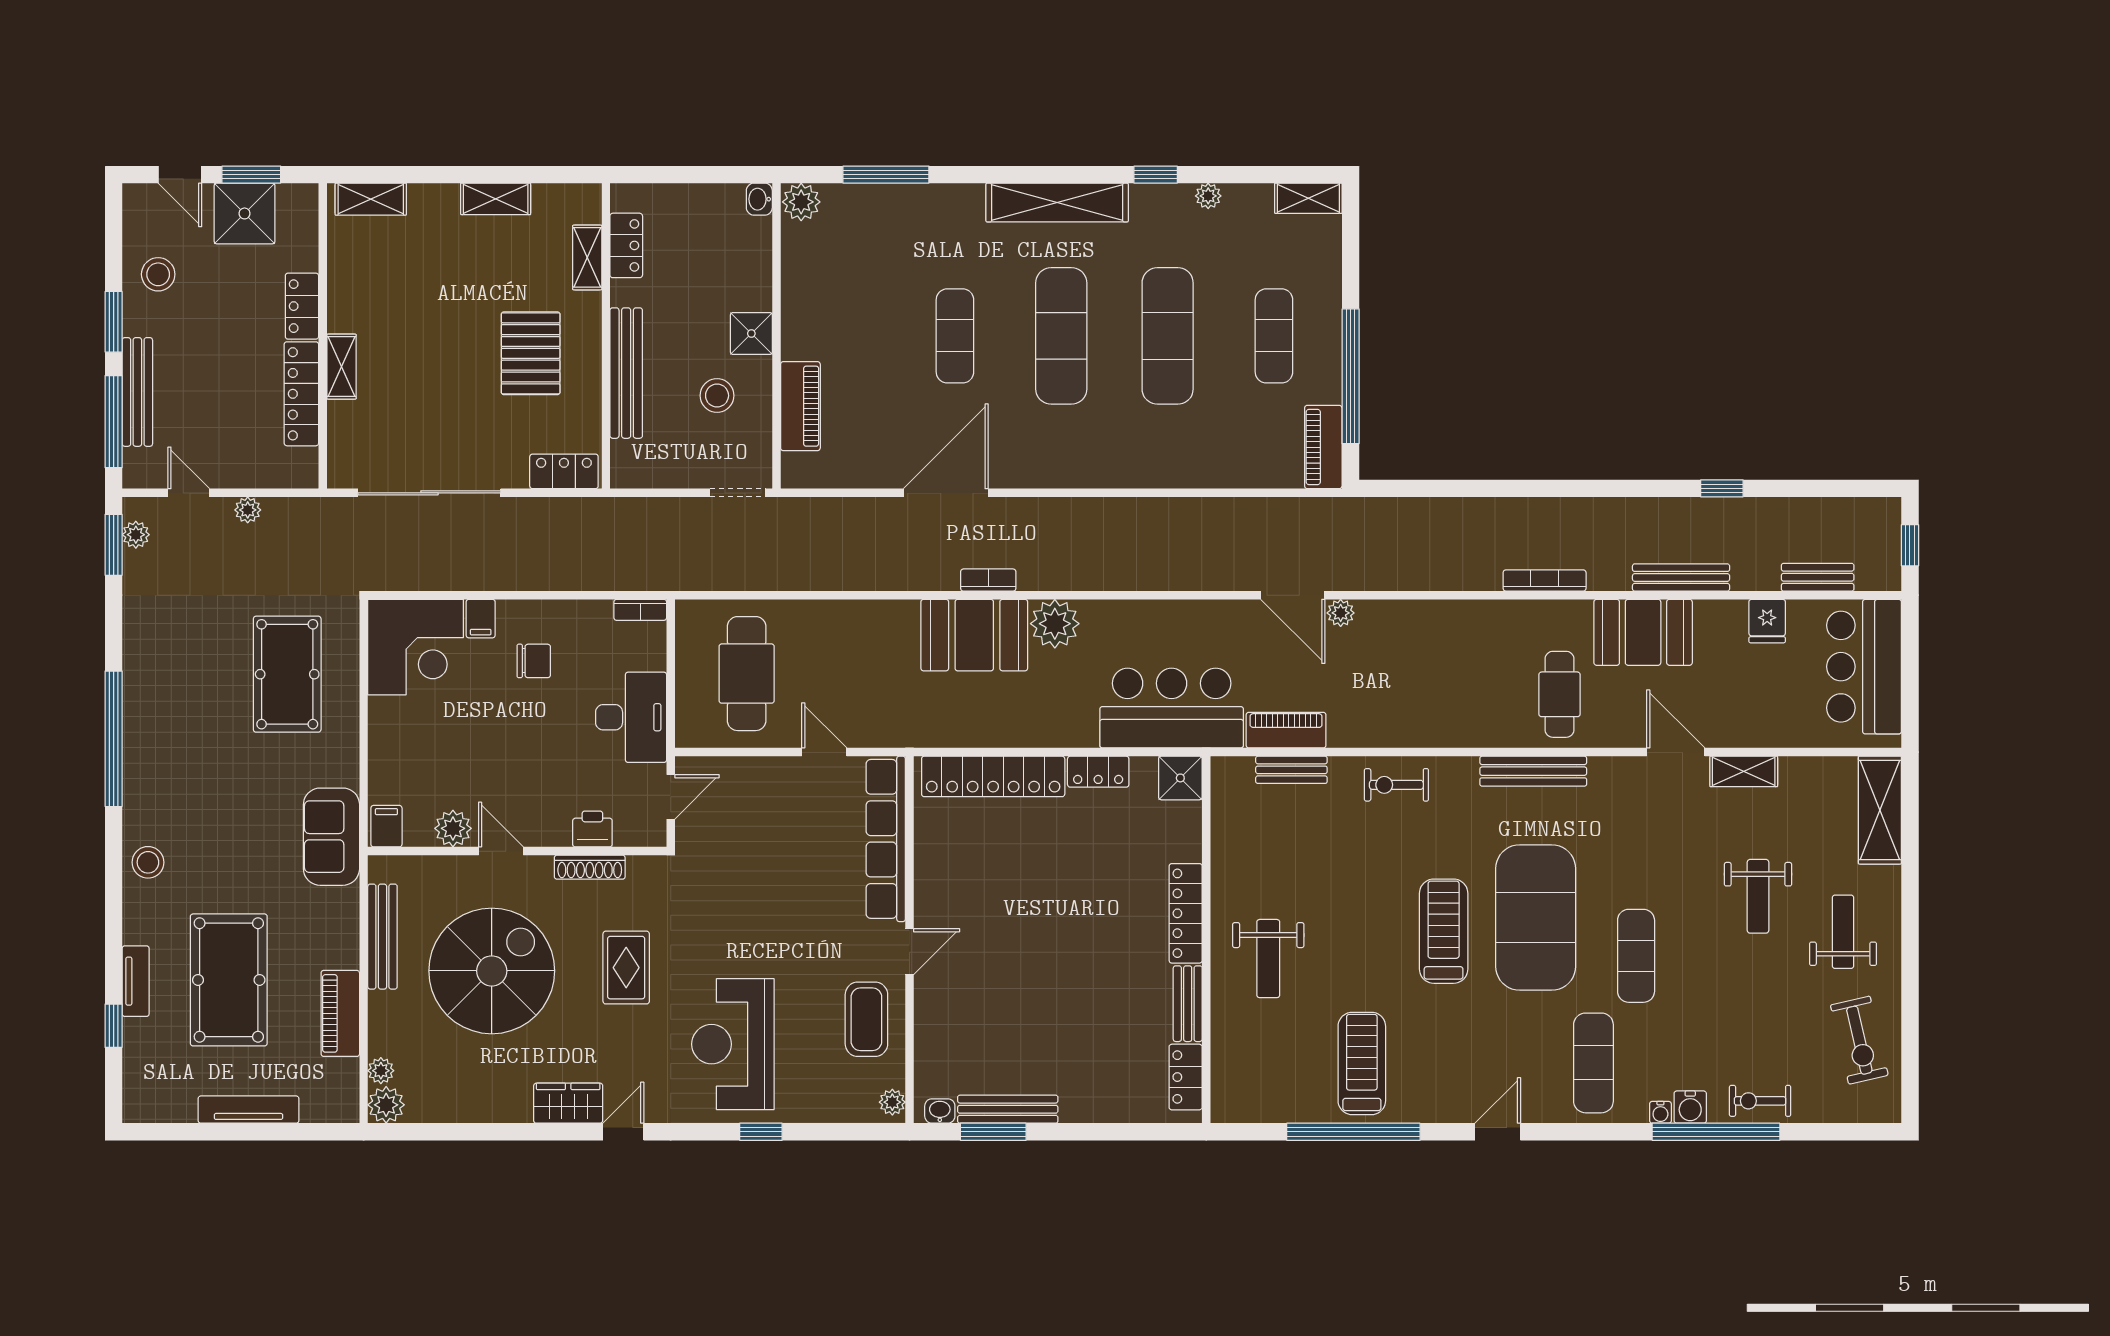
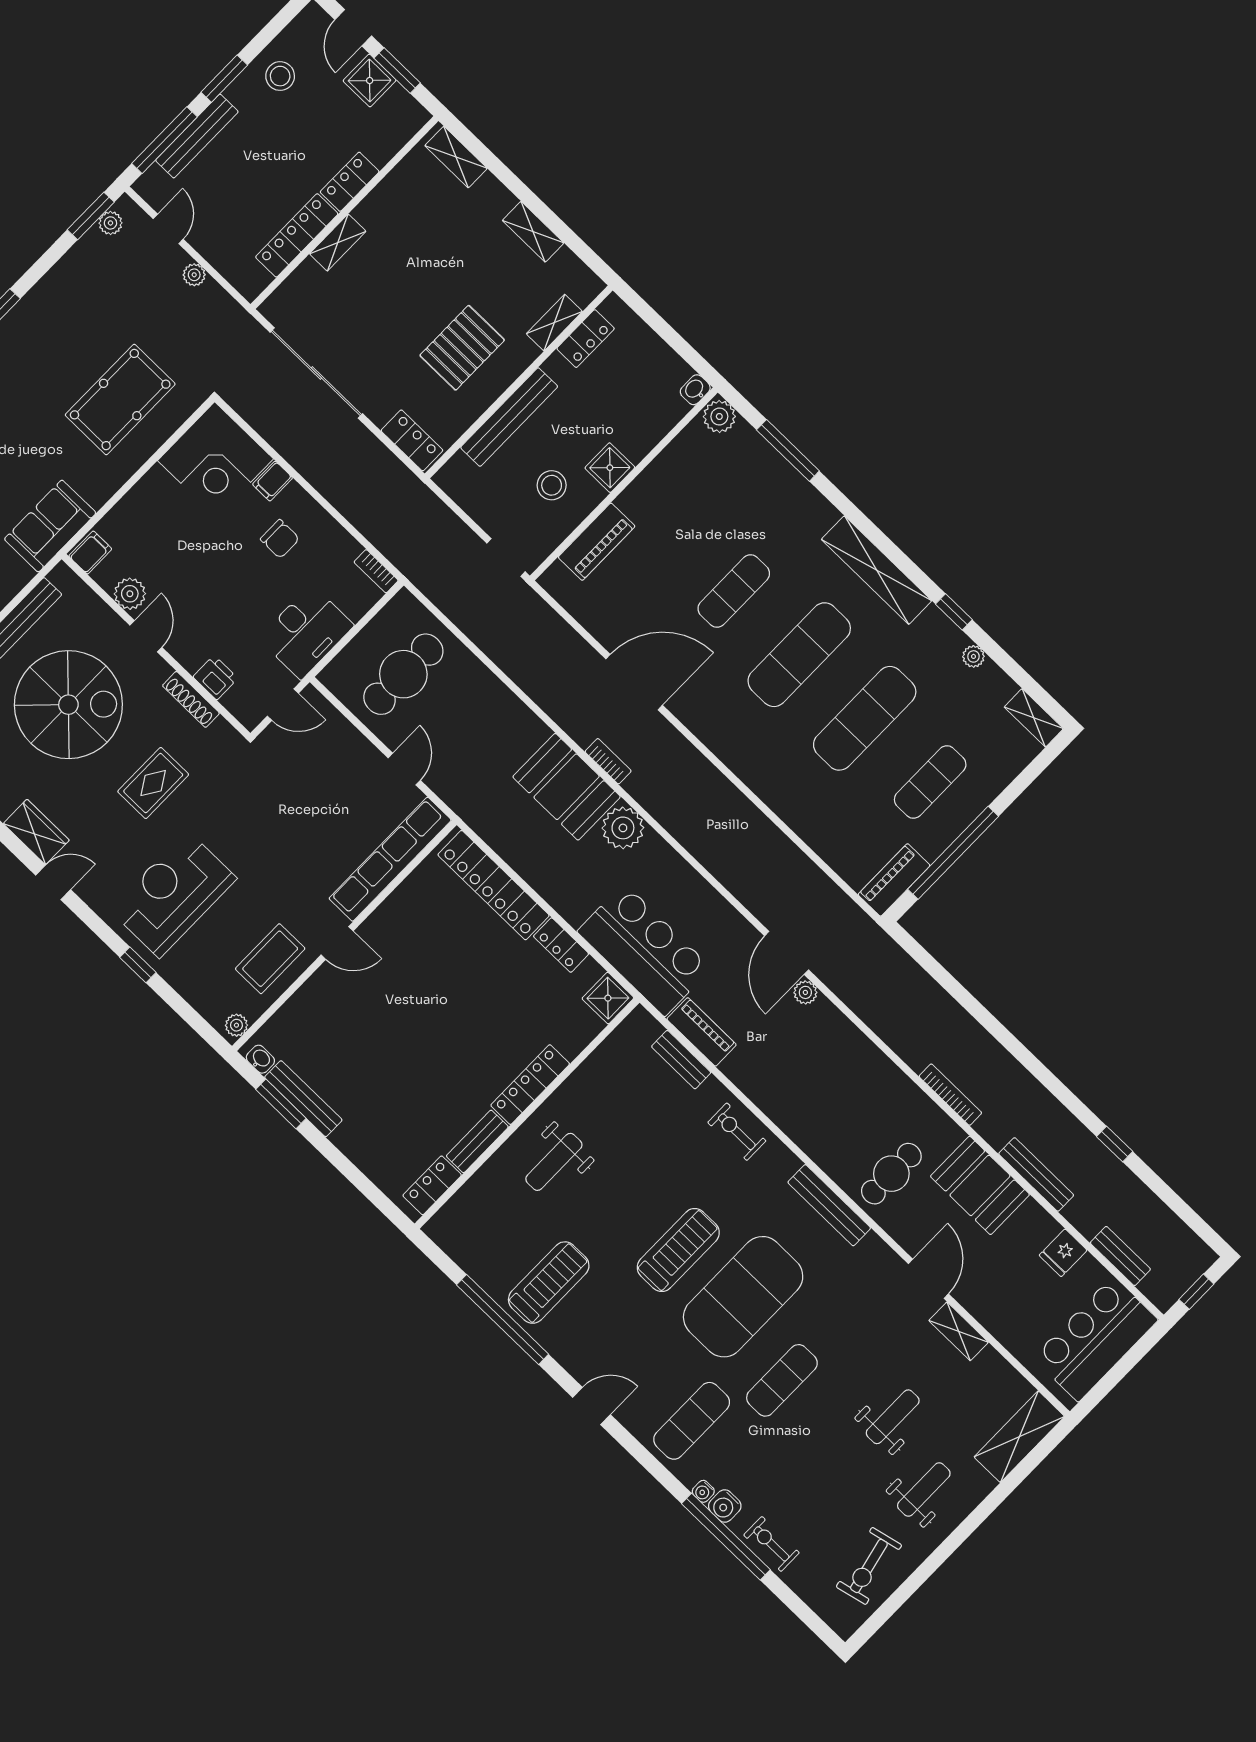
shower: (245, 213) -> (370, 80), width x0.73, depth x0.73
weight bench: (1758, 896) -> (893, 1417), turned 180

